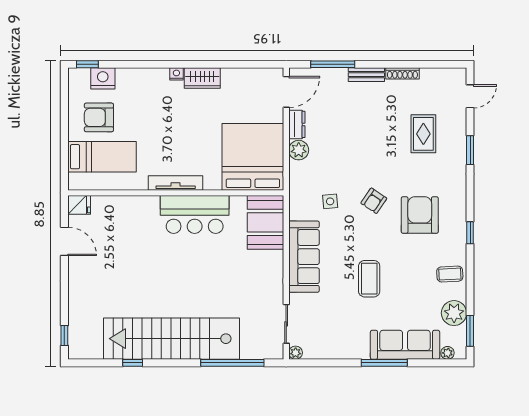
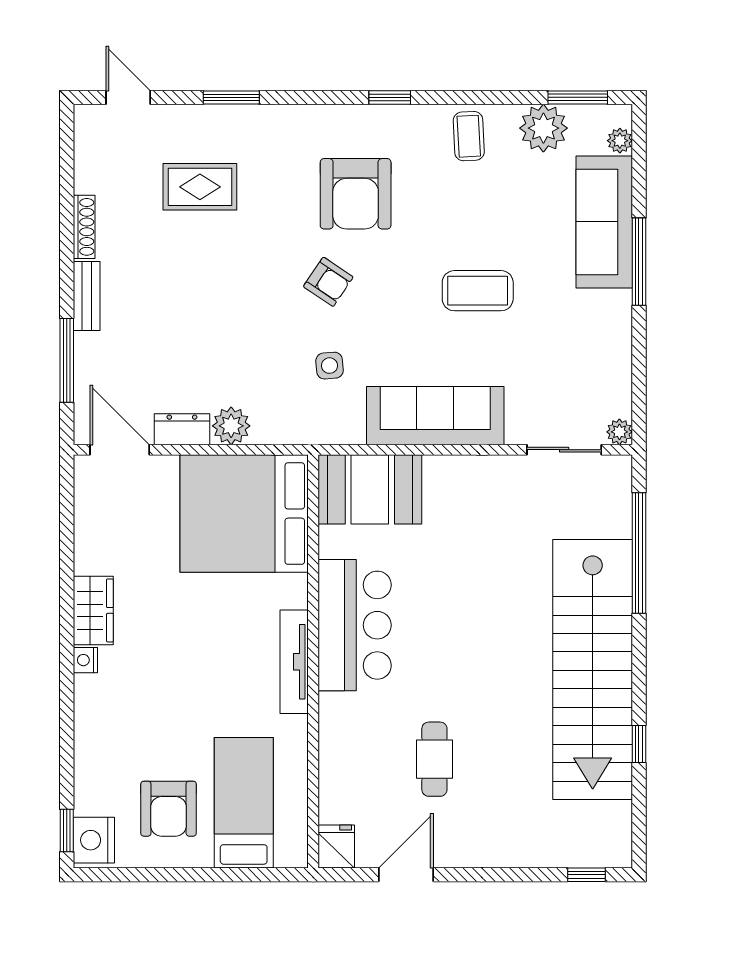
nightstand: (103, 78) -> (94, 840), moved
armchair: (420, 215) -> (356, 194), turned -90
cafe table: (125, 256) -> (434, 759), added

